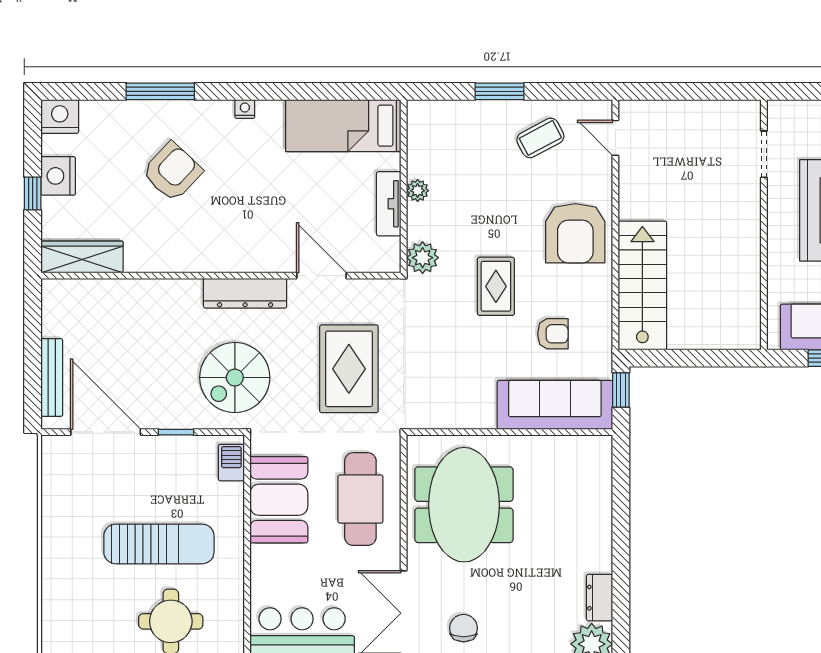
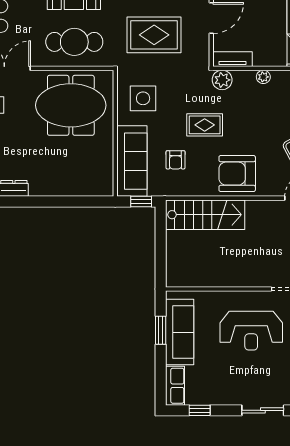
tv unit: (389, 204) -> (233, 59), moved
side table: (452, 387) -> (143, 98), added

